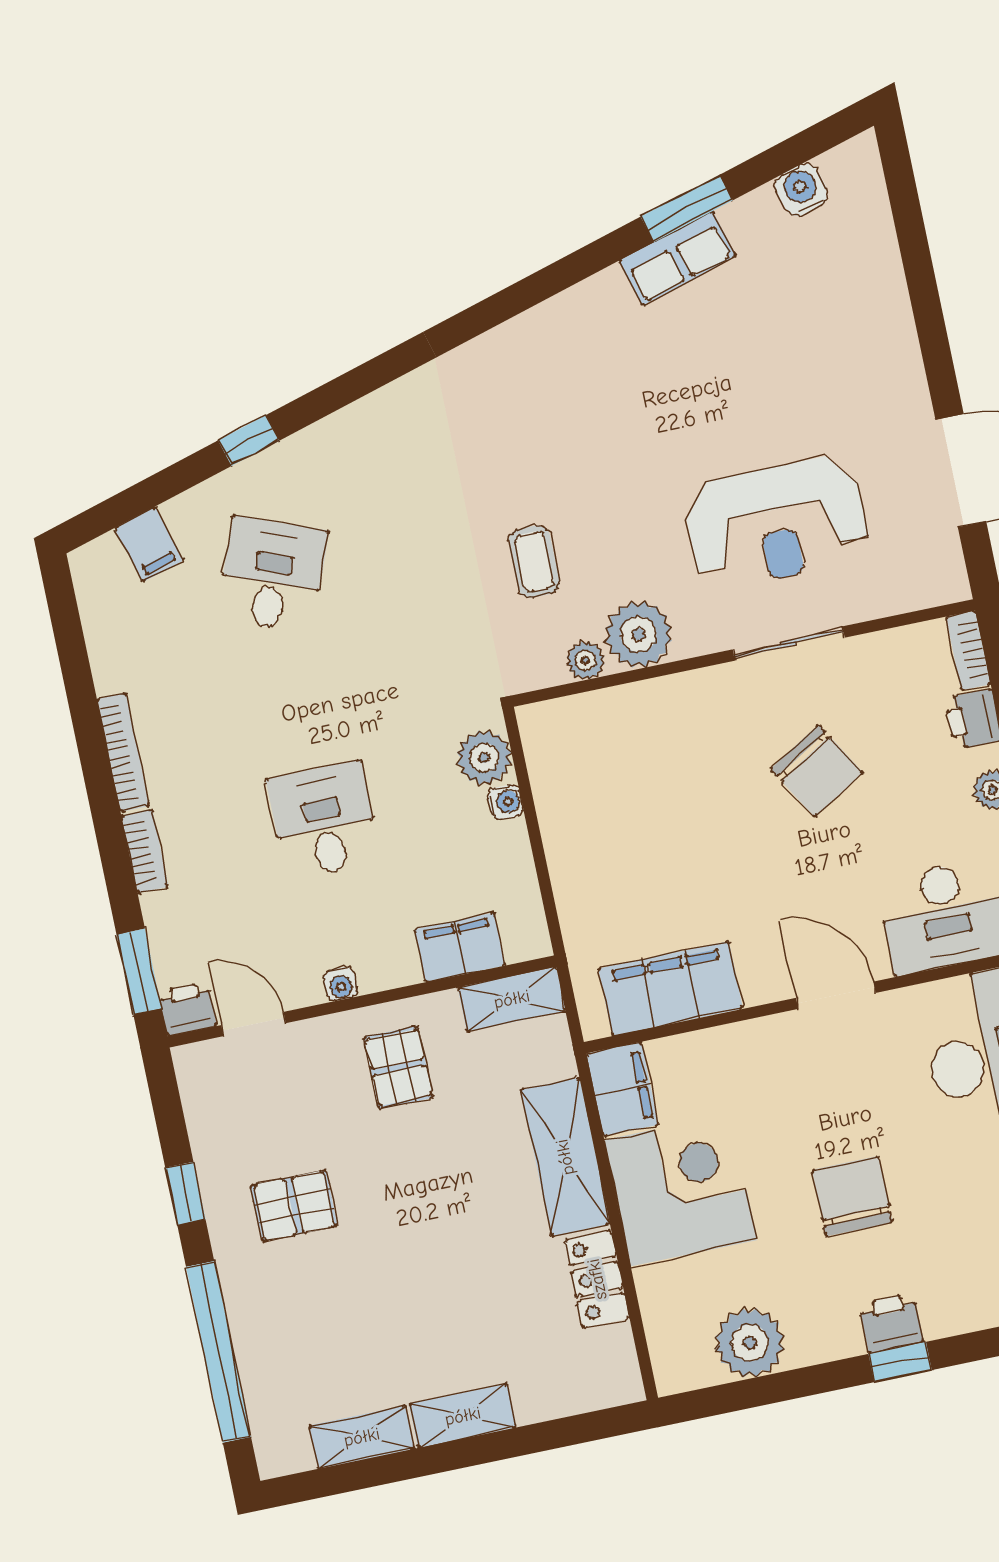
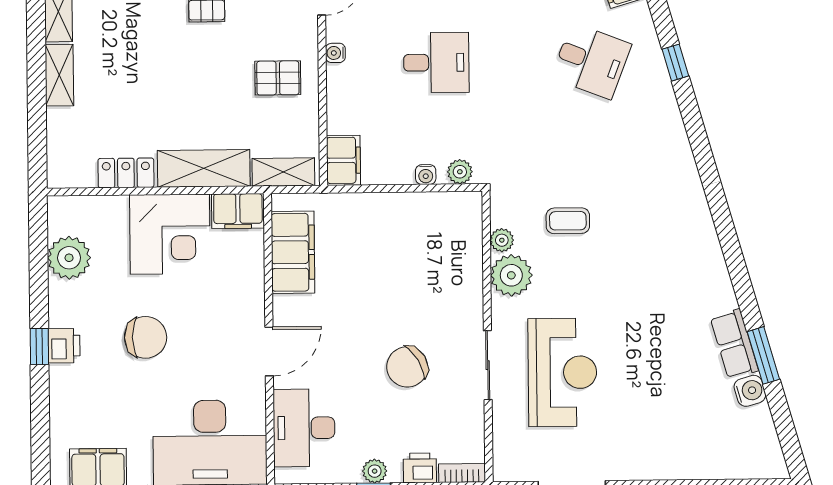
water cooler: (802, 190) -> (750, 391), moved
reception desk: (777, 523) -> (562, 372), turned 180
plant: (484, 758) -> (460, 172), width x0.73, depth x0.73
filing cabinet: (460, 947) -> (343, 160), moved
shelving: (512, 999) -> (283, 172), moved, turned 90

